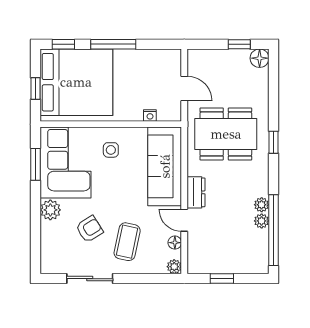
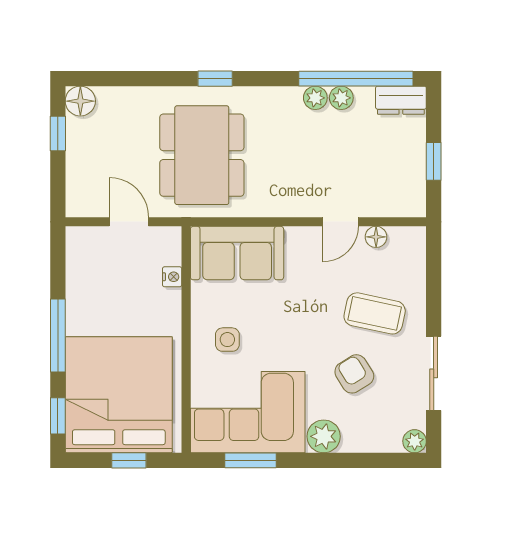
door: (184, 89) -> (129, 222), hinge flipped
sofa: (165, 166) -> (237, 253), width x0.73
dresser: (196, 192) -> (401, 100), moved, turned 180
plant: (174, 267) -> (415, 441), moved

